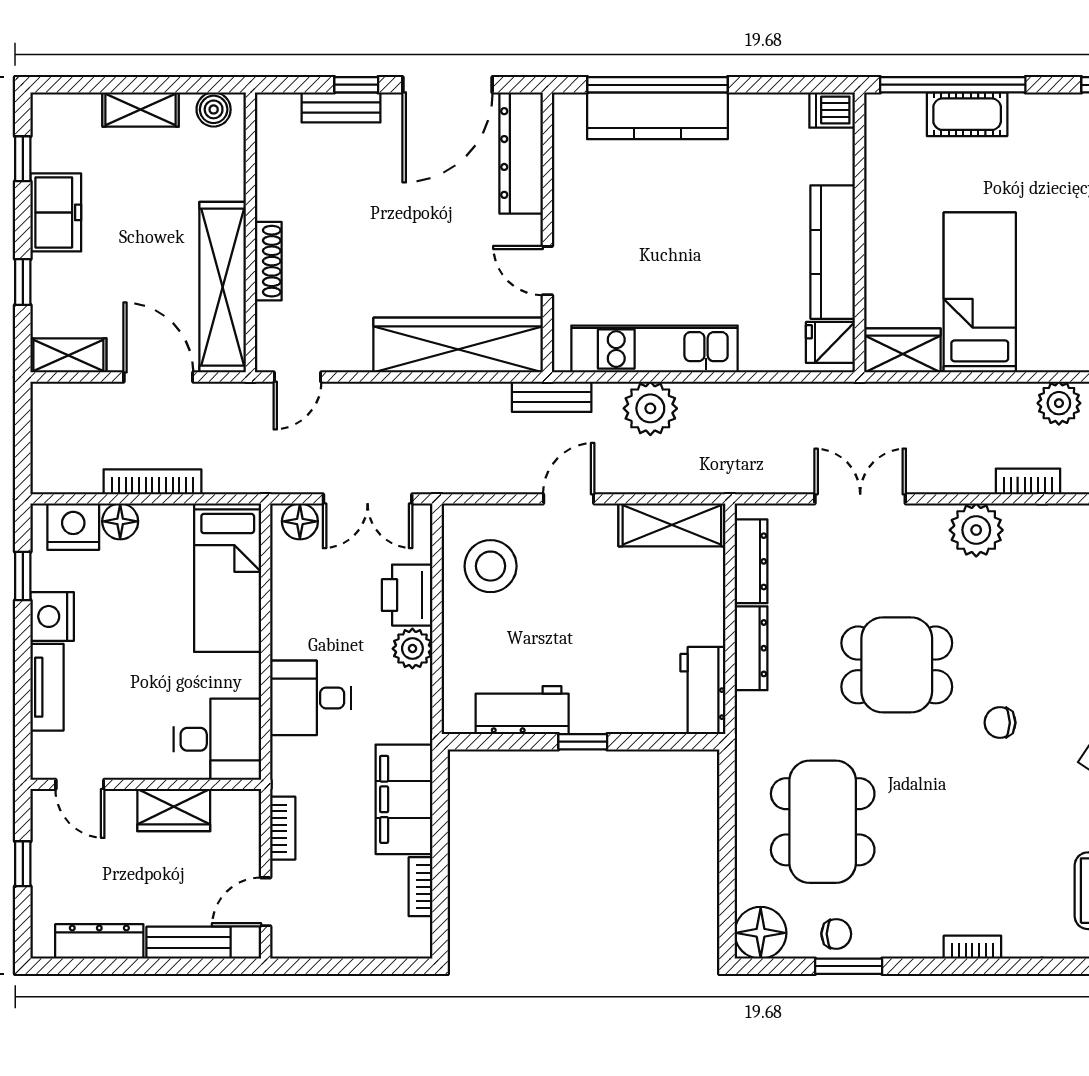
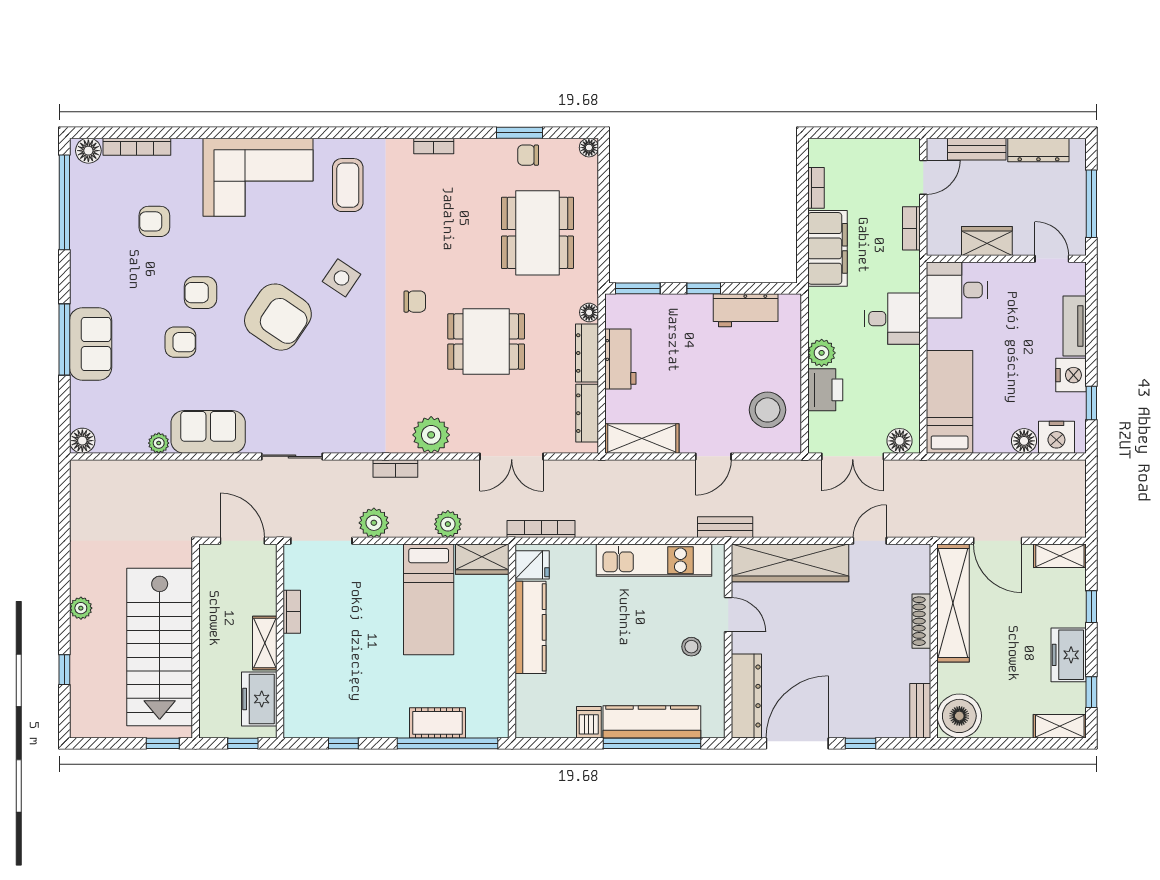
bench: (341, 107) -> (920, 711), moved, turned 90
shelving: (141, 109) -> (1060, 726), moved
boiler: (214, 109) -> (959, 716), width x1.86, depth x1.86
dishwasher: (832, 110) -> (589, 722), moved, turned -90
stool: (600, 224) -> (691, 647), added
door: (297, 377) -> (870, 541), moved
plant: (650, 408) -> (448, 524), moved, width x0.73, depth x0.73
bookcase: (152, 482) -> (541, 529), moved, turned 180
double door: (368, 499) -> (853, 456), swing flipped
workbench: (703, 691) -> (620, 359), moved
floor lamp: (748, 707) -> (589, 312), added
window: (678, 742) -> (638, 288), added
window: (23, 864) -> (1091, 204), width x2.17
floor lamp: (761, 933) -> (589, 148), width x0.53, depth x0.53

